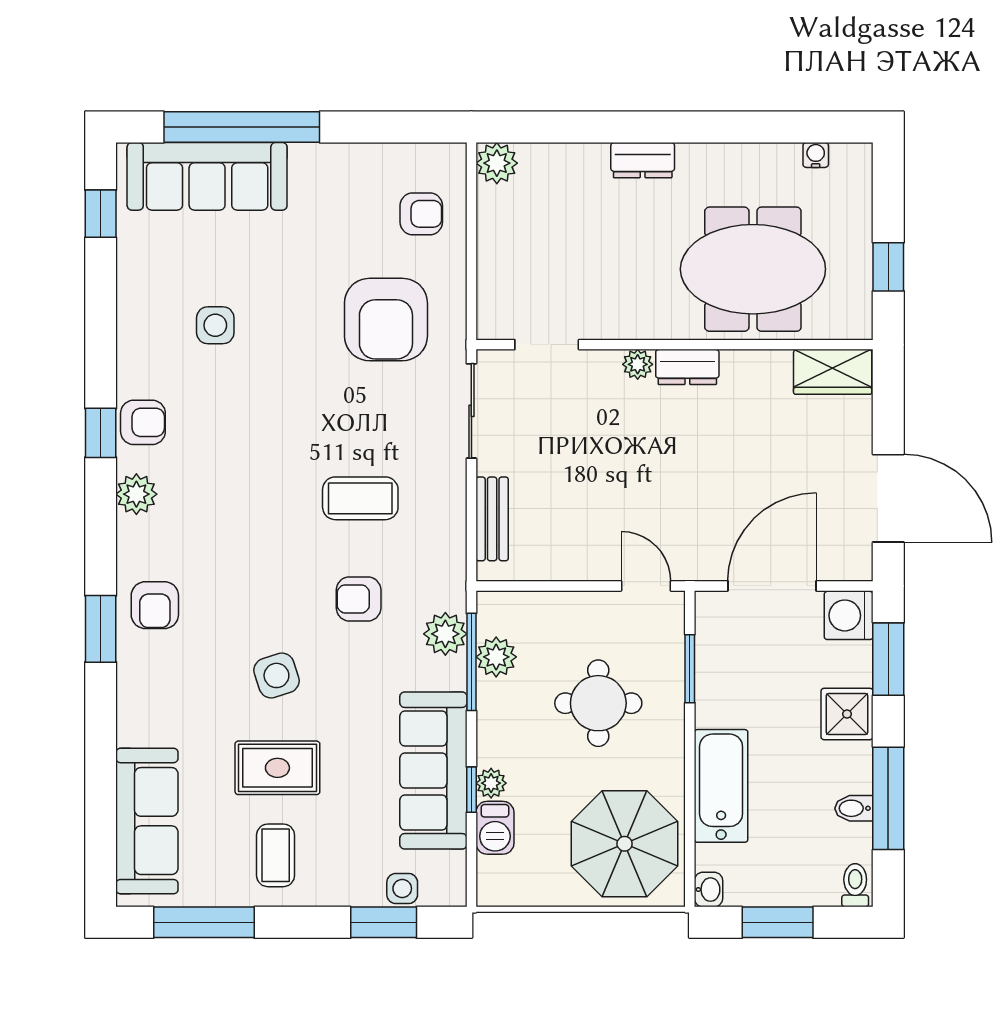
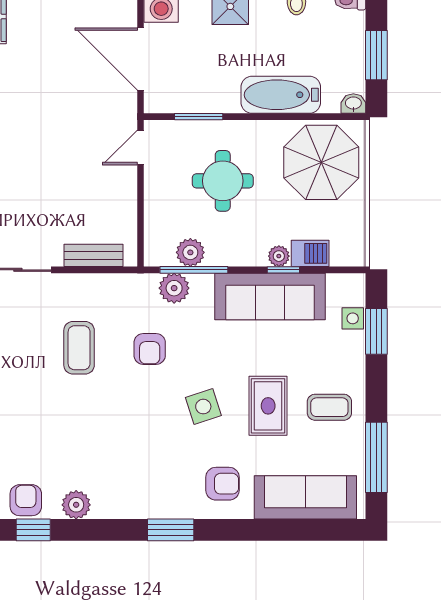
armchair: (155, 605) -> (222, 484), moved

